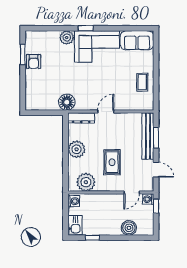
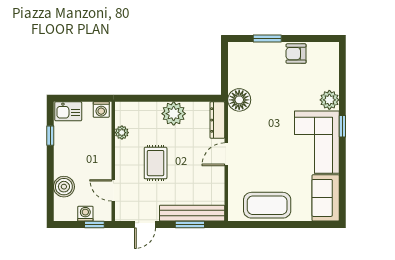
window: (23, 54) -> (267, 39), moved
coffee table: (142, 82) -> (267, 205), width x1.86, depth x1.72
door: (106, 112) -> (226, 154), swing flipped
rug: (112, 162) -> (156, 163), turned 90
plant: (86, 182) -> (122, 133), width x0.53, depth x0.53
washing machine: (148, 199) -> (85, 214), moved

